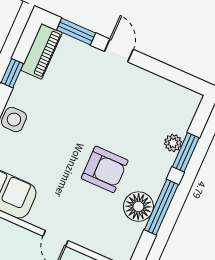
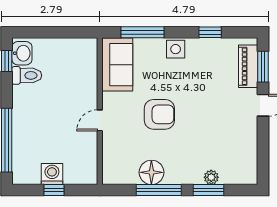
piano: (41, 51) -> (248, 66), moved, turned 90
armchair: (105, 169) -> (159, 114), moved, turned -90

